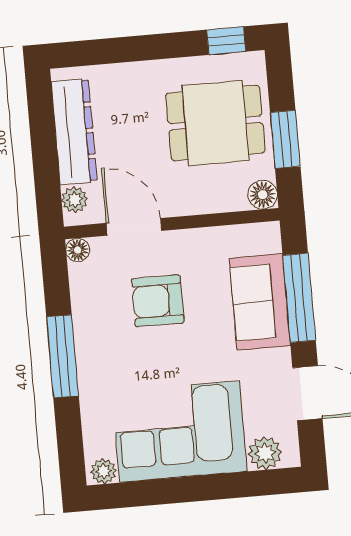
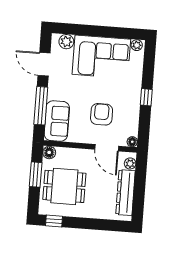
armchair: (158, 301) -> (102, 114), turned -90
sofa: (260, 302) -> (57, 121), moved
window: (62, 356) -> (146, 97), width x0.46

